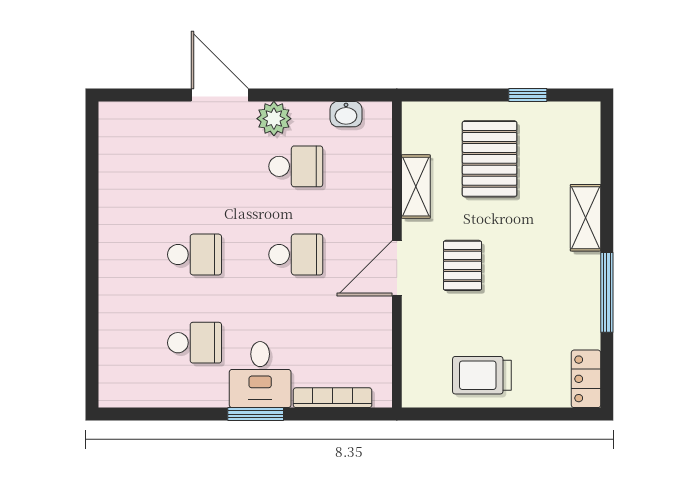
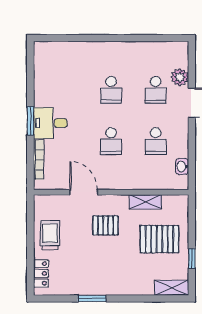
plant: (274, 119) -> (180, 77), moved
shelving: (586, 218) -> (172, 288), moved
door: (397, 268) -> (84, 192), moved
window: (607, 292) -> (92, 298), width x0.69
school desk: (195, 343) -> (156, 90), moved
locker: (586, 379) -> (41, 273), moved, turned 90

